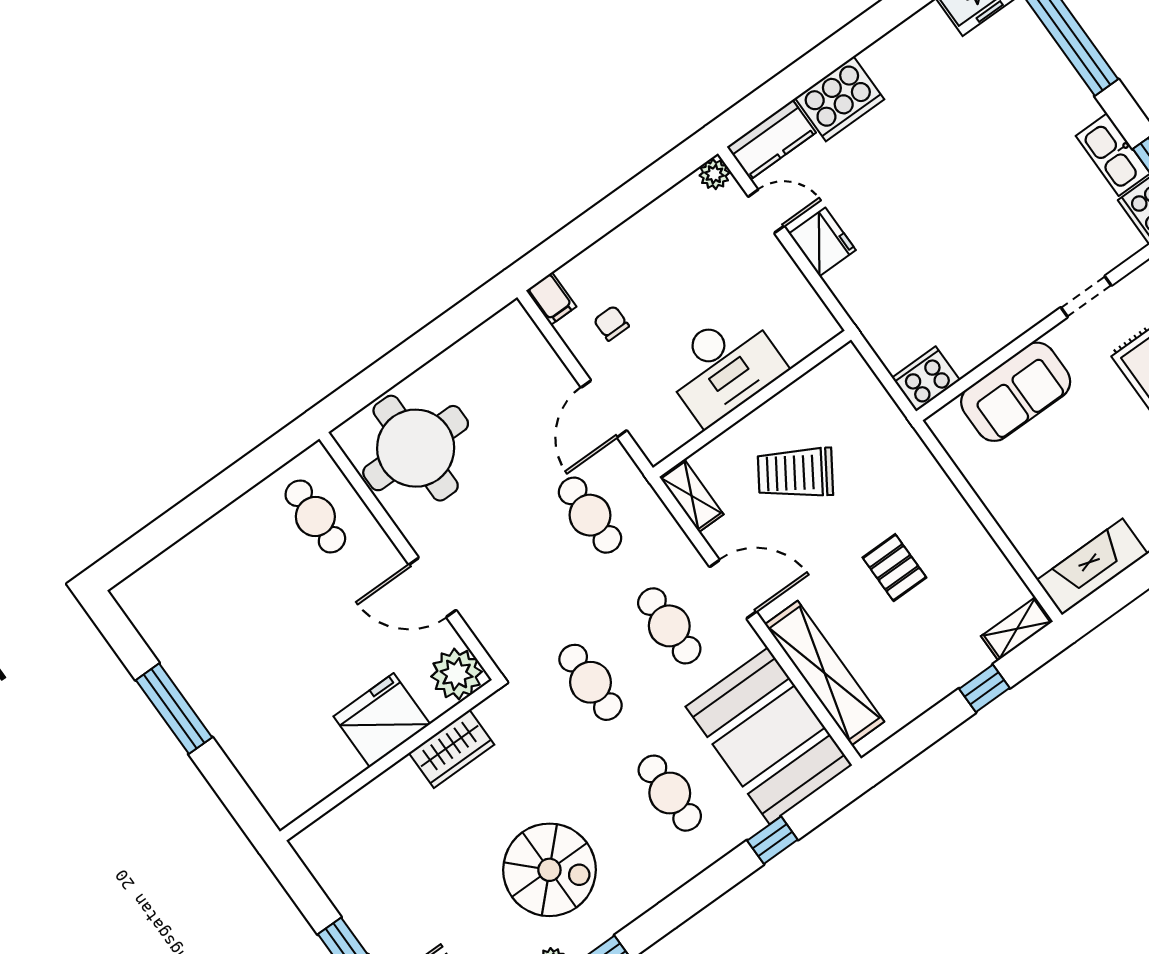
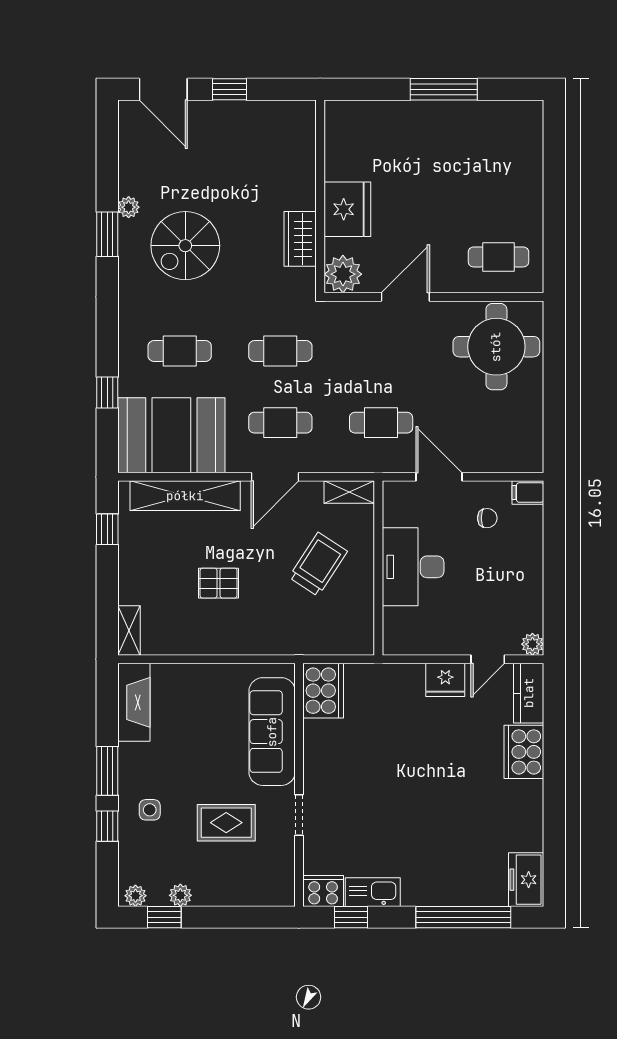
cooker: (926, 379) -> (323, 691), width x1.37, depth x1.31
sofa: (1016, 392) -> (272, 732), width x1.36
window: (984, 688) -> (107, 529), moved

